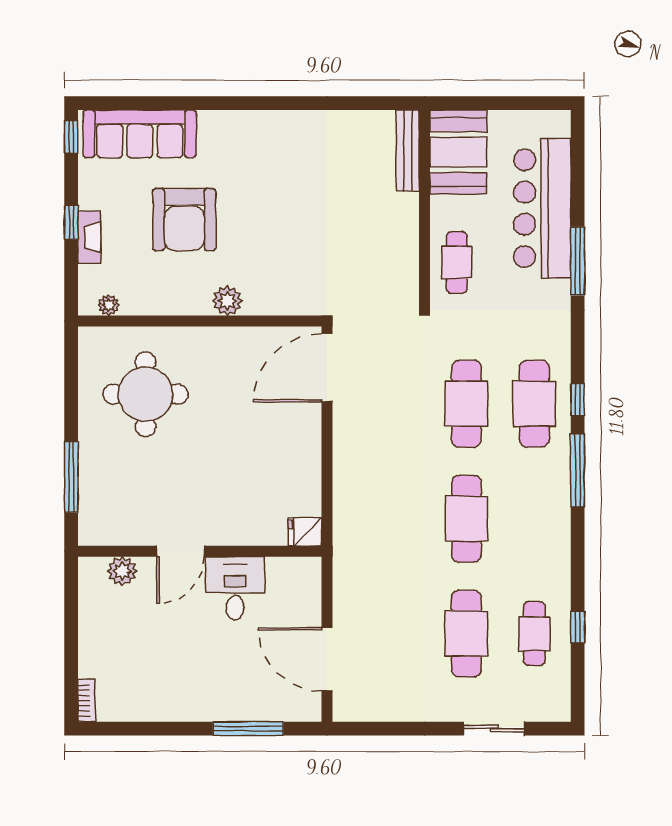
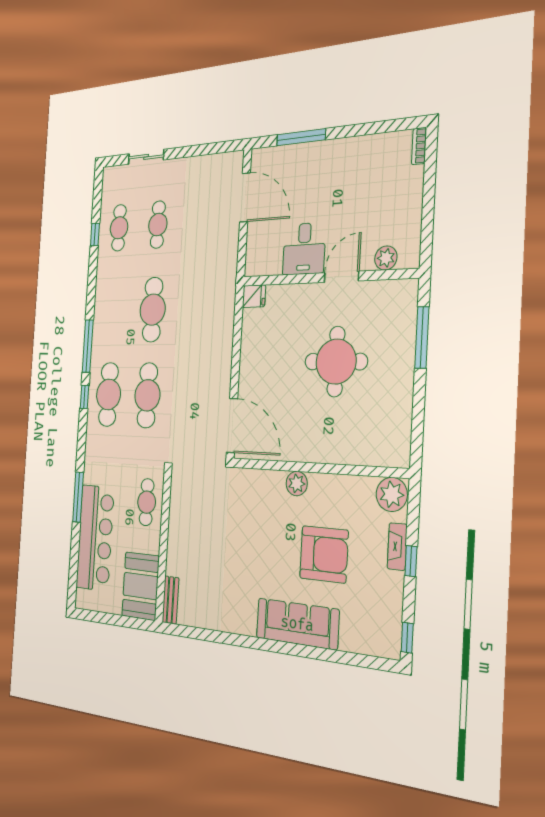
sofa: (140, 134) -> (297, 624), moved
bench: (408, 151) -> (170, 600), width x0.73
armchair: (184, 219) -> (324, 554), turned 90
plant: (109, 305) -> (392, 494), width x1.87, depth x1.87
door: (327, 368) -> (232, 426), hinge flipped
round table: (146, 394) -> (336, 362), moved
cafe table: (466, 634) -> (158, 225), width x0.73, depth x0.74

